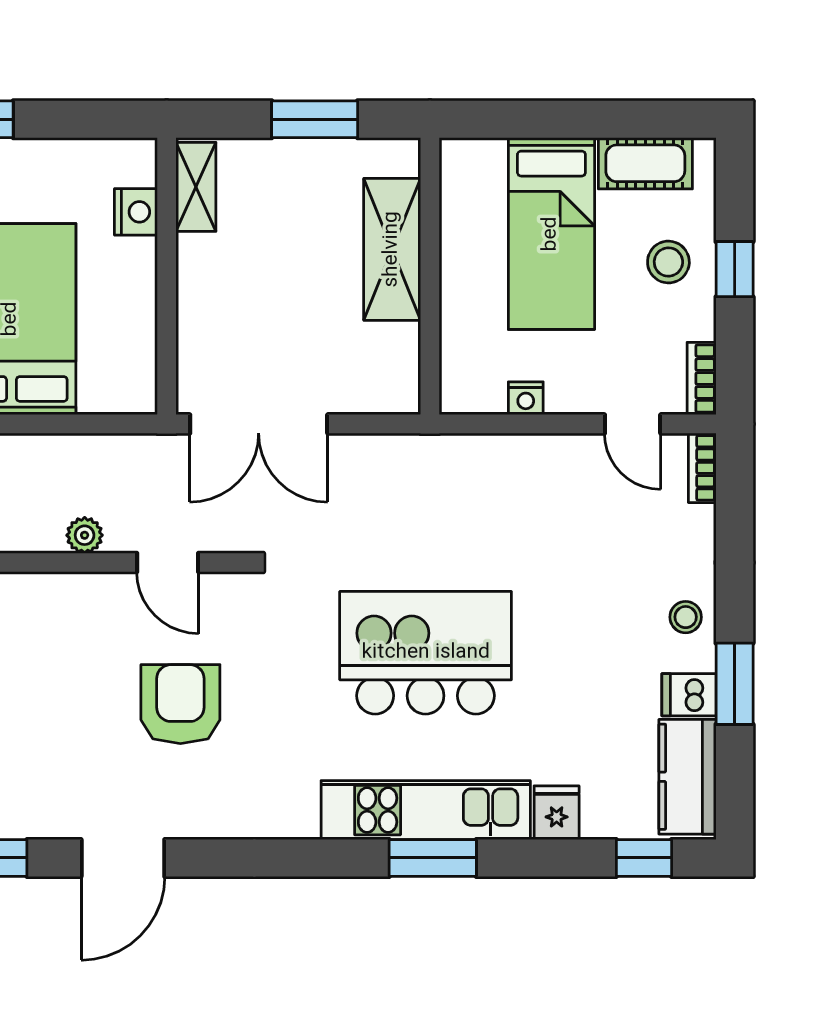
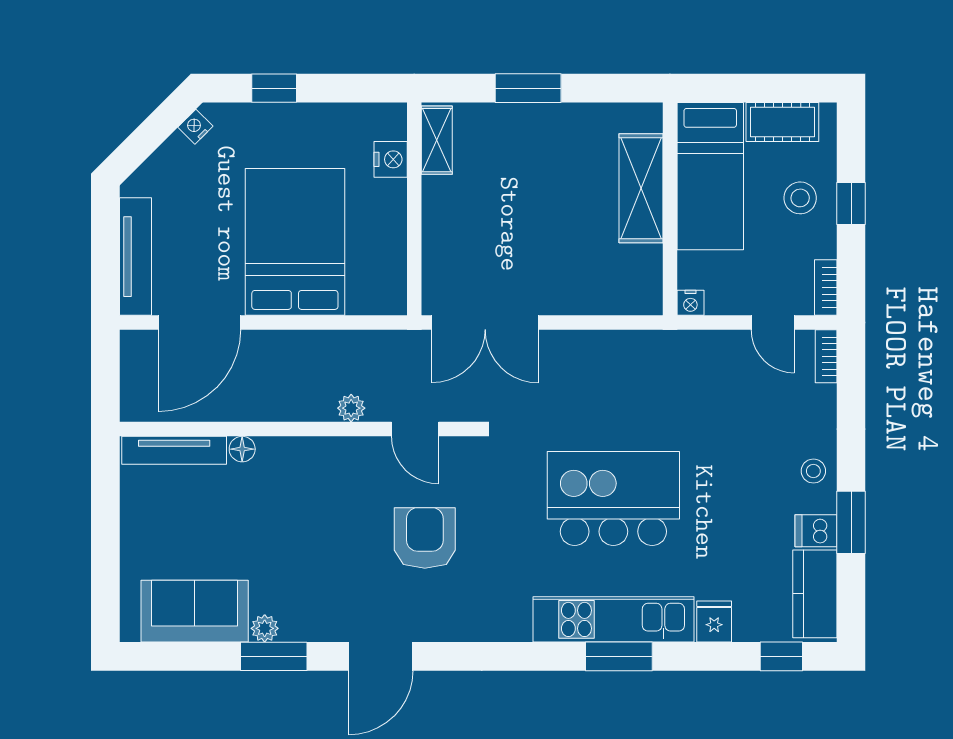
shelving: (392, 249) -> (641, 188), moved
wall: (430, 276) -> (670, 209), moved

